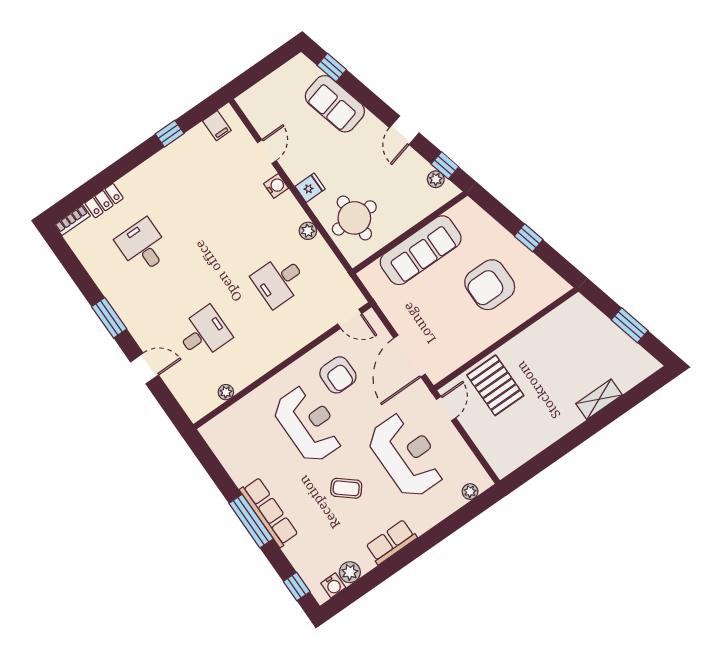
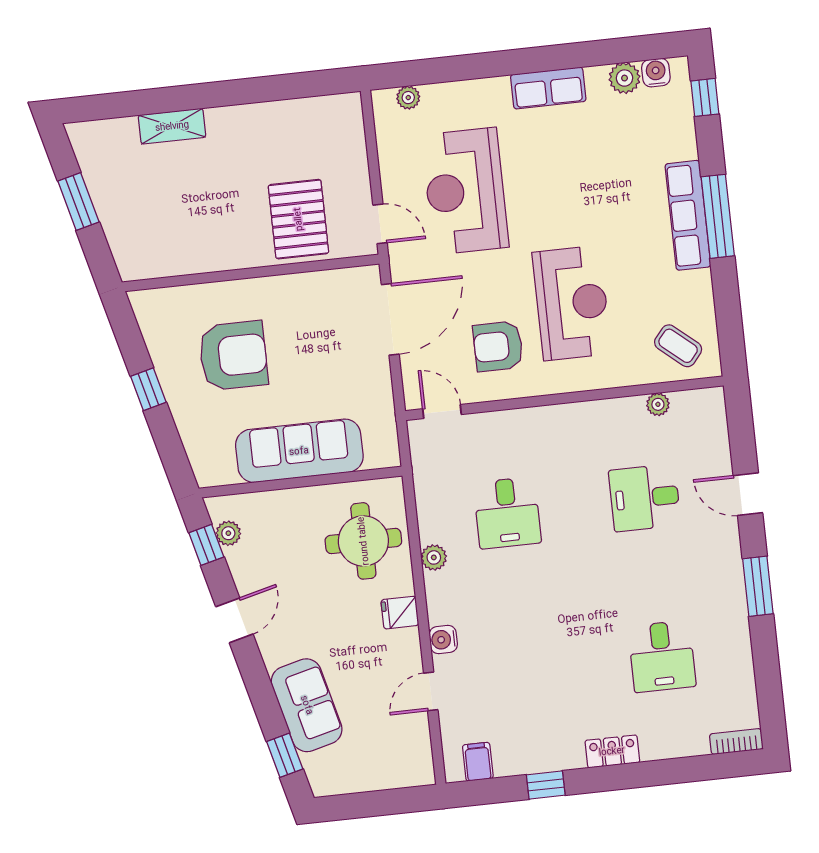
locker: (104, 201) -> (612, 751), moved
desk: (279, 281) -> (507, 513), turned 90
armchair: (338, 375) -> (498, 346), turned -90
door: (446, 409) -> (380, 224), swing flipped
reception desk: (309, 424) -> (572, 303), turned 180
coffee table: (346, 488) -> (678, 346), moved

